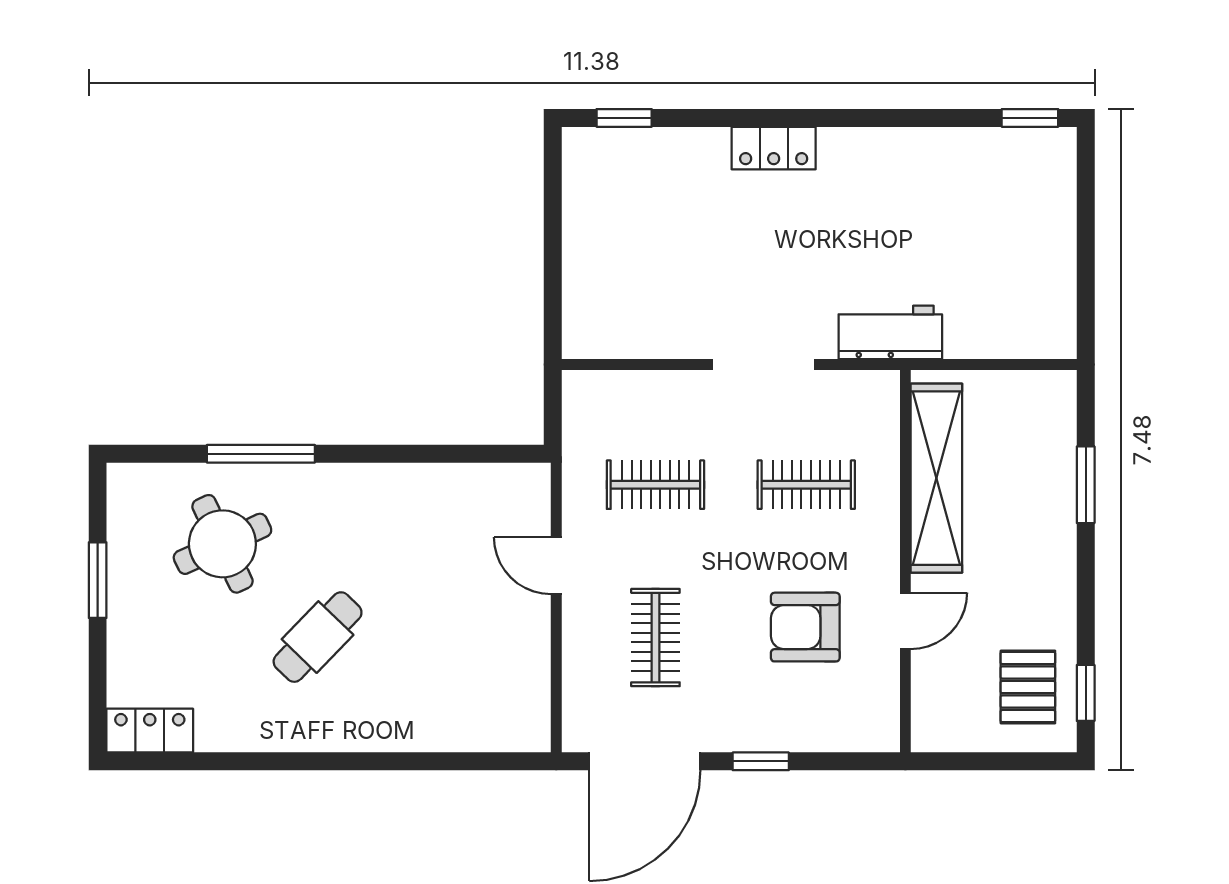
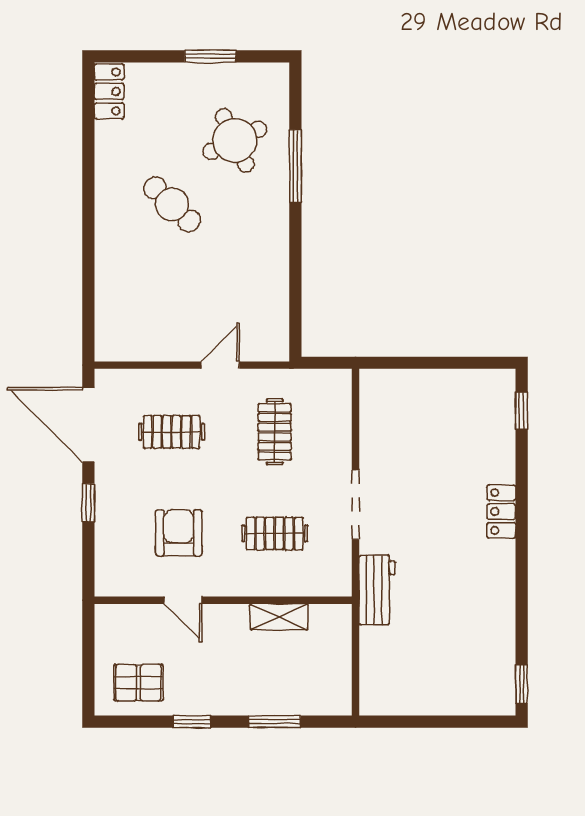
shelving: (936, 478) -> (279, 617), width x0.45, depth x0.75
clothes rail: (806, 485) -> (275, 533), turned 90
window: (1086, 693) -> (192, 722), moved

